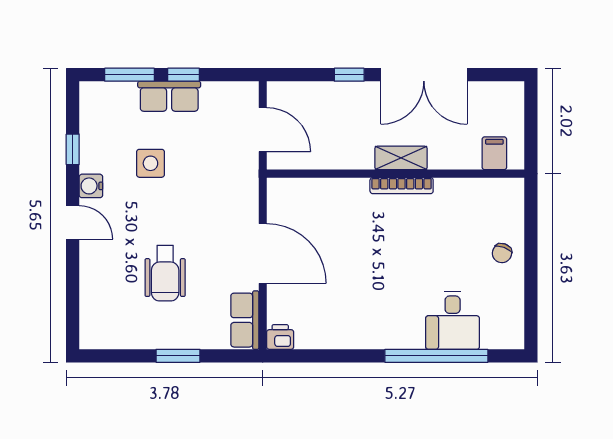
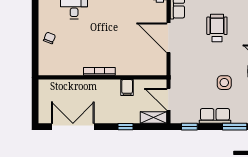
window: (184, 75) -> (189, 127), moved
double door: (424, 75) -> (73, 127), moved
filing cabinet: (494, 153) -> (127, 88), moved
shelving: (401, 158) -> (153, 118), moved

